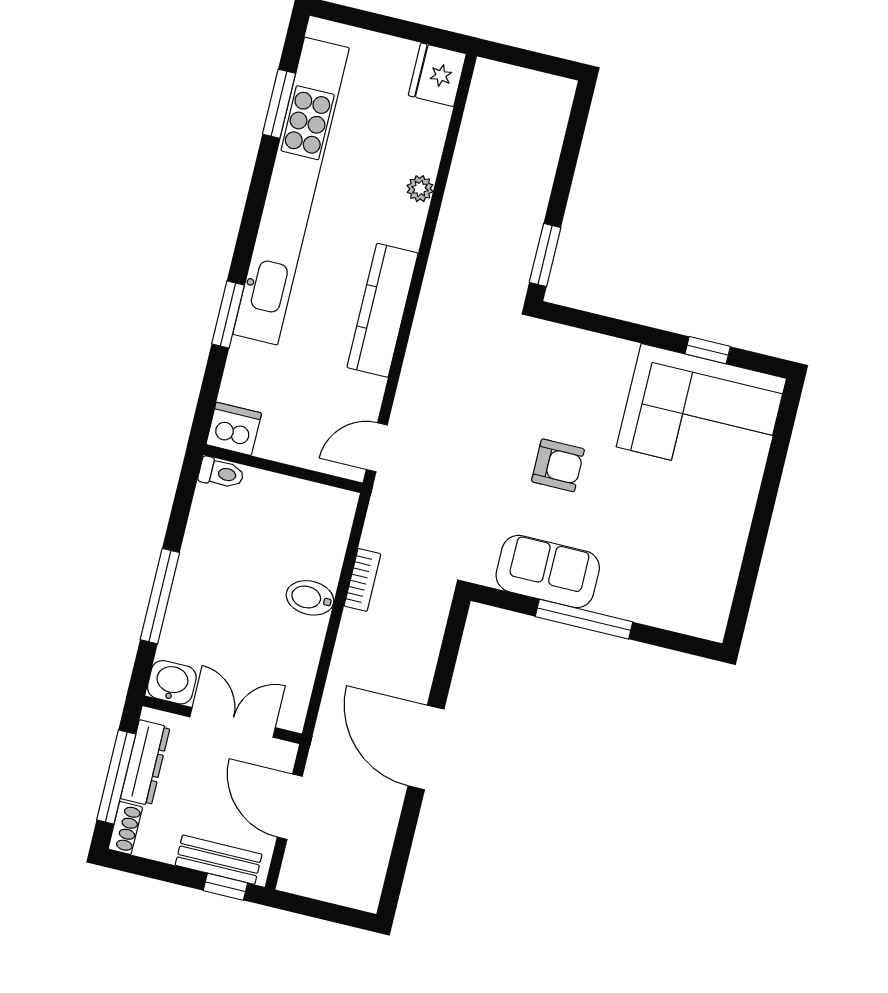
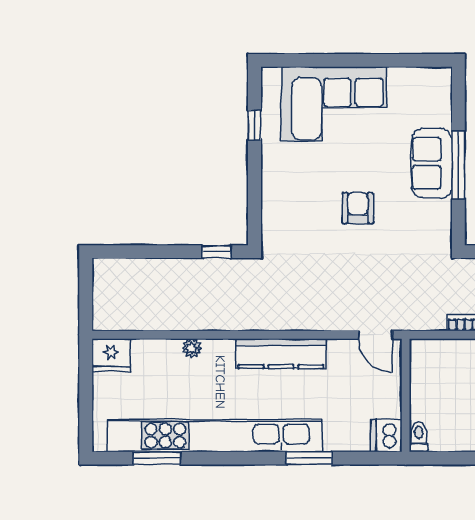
window: (545, 255) -> (216, 252), width x0.67
corner sofa: (701, 413) -> (334, 104), moved, turned 90
sofa: (548, 571) -> (432, 163), moved

